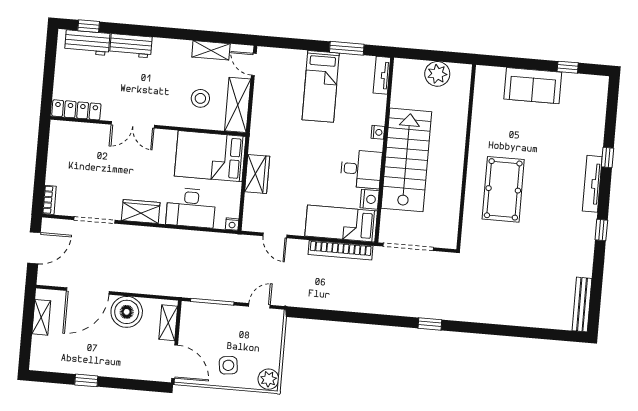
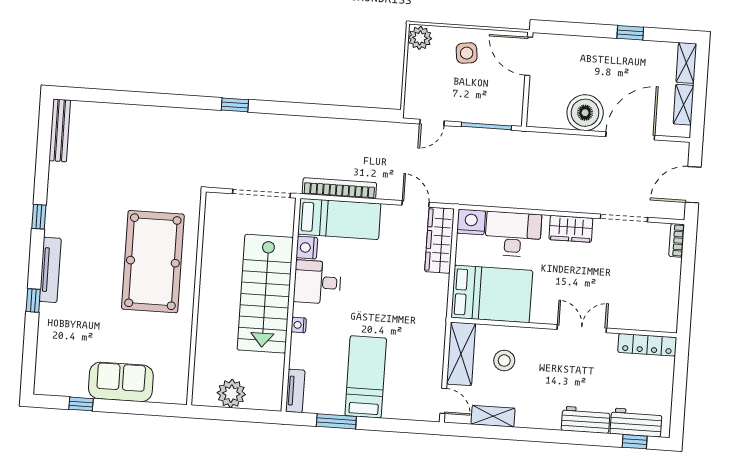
wardrobe: (257, 174) -> (440, 240), moved, width x1.50
pool table: (503, 189) -> (153, 262), width x1.36, depth x1.32
nightstand: (232, 224) -> (471, 222), width x1.89, depth x1.79
shelving: (168, 323) -> (686, 63), moved

